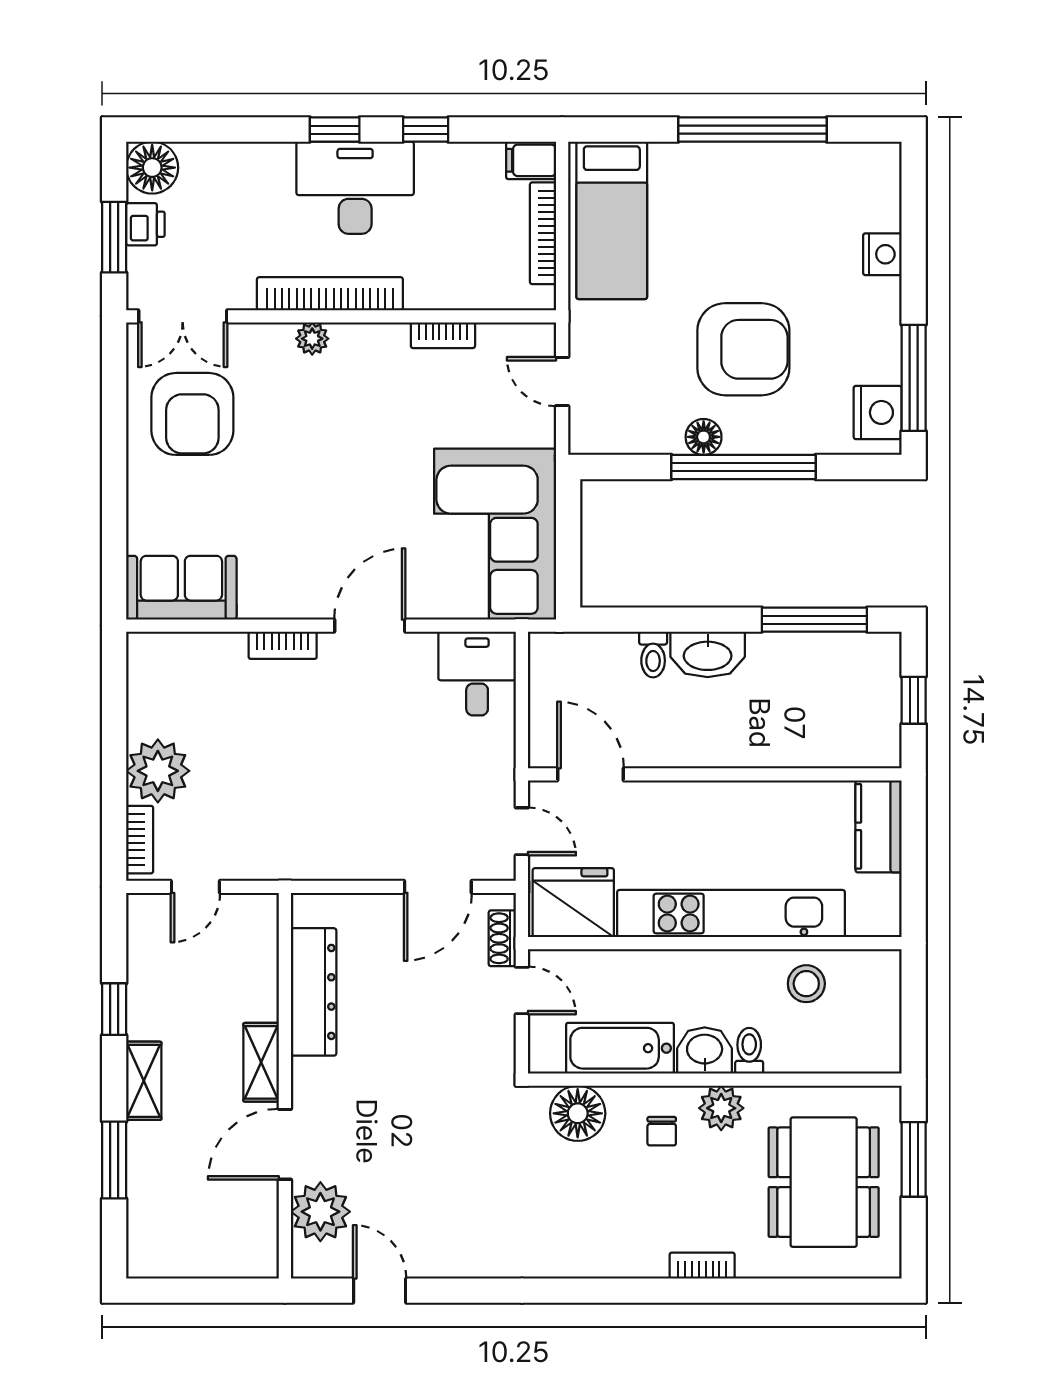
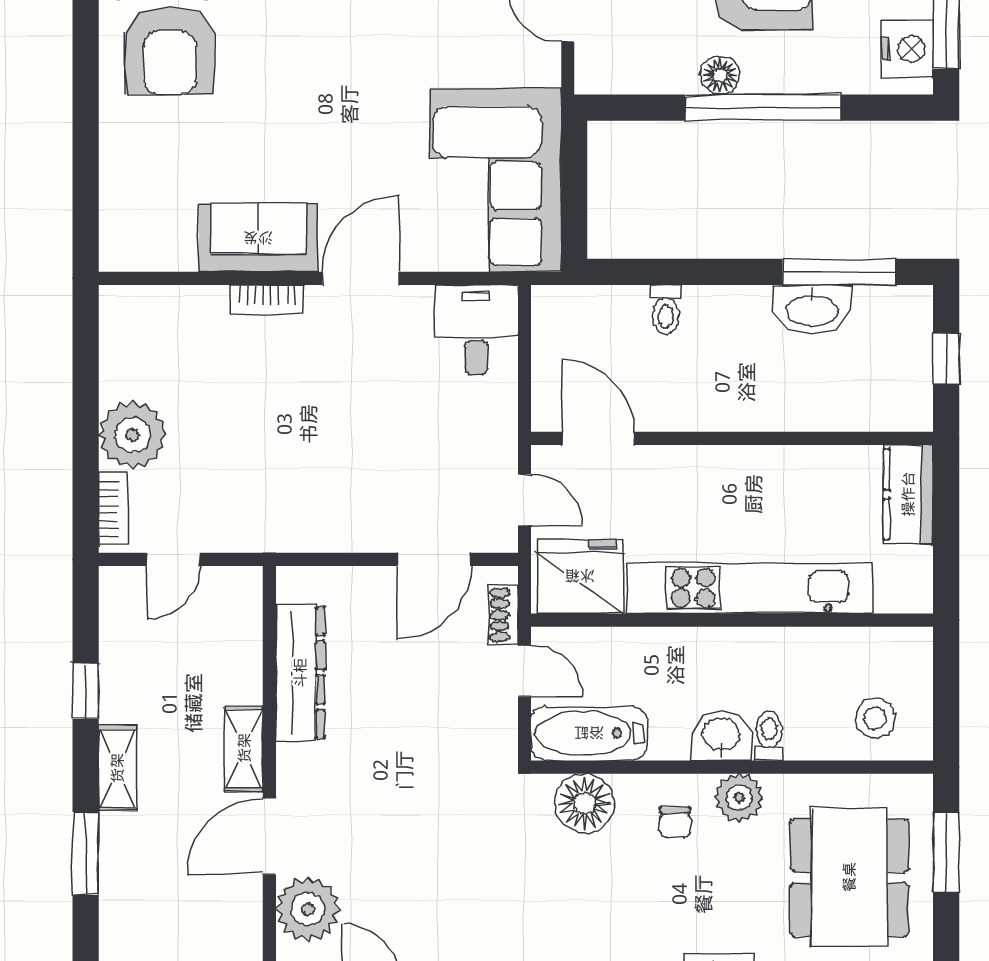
sofa: (181, 588) -> (258, 238), moved
washbasin: (708, 654) -> (812, 309), moved
stool: (806, 984) -> (875, 718), moved
bathtub: (620, 1048) -> (589, 733), moved

